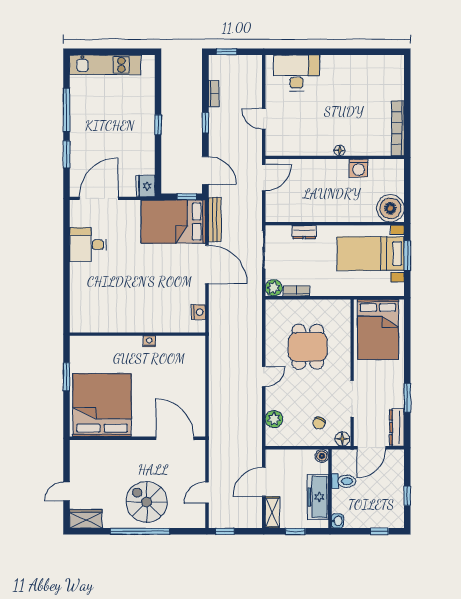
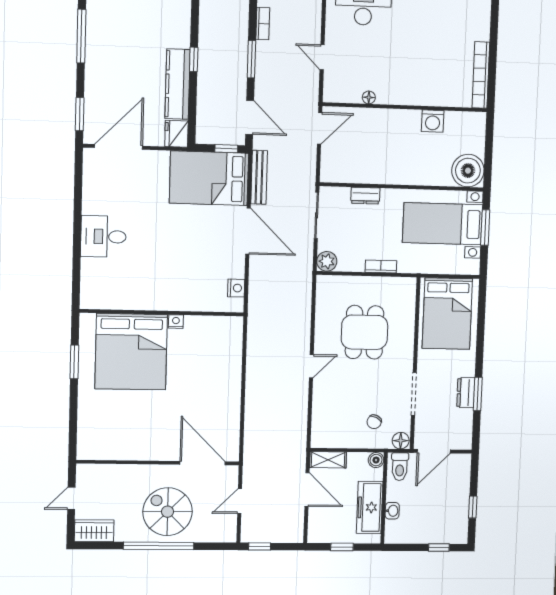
window: (205, 123) -> (251, 59), width x1.50
kitchen counter: (145, 146) -> (178, 84), added
floor lamp: (340, 150) -> (369, 97), moved
window: (66, 154) -> (80, 114), moved
desk: (88, 245) -> (103, 237), moved
bookcase: (296, 291) -> (381, 266), moved
bed: (102, 405) -> (131, 352), moved, turned 180
plant: (274, 419) -> (322, 416), removed
dresser: (397, 427) -> (466, 393), moved, width x0.70
wall: (138, 438) -> (158, 463), moved
door: (175, 438) -> (203, 463), moved
toilet: (344, 481) -> (400, 467), moved, turned 90
door: (264, 482) -> (307, 489), swing flipped
shelving: (272, 512) -> (328, 460), moved, turned 90
washbasin: (337, 521) -> (392, 511), moved

